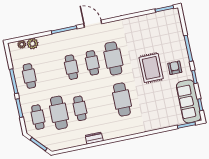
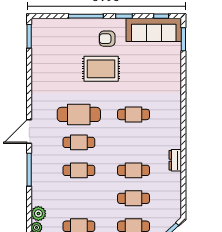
cafe table: (122, 100) -> (134, 114), width x0.73, depth x0.74
cafe table: (59, 113) -> (134, 198), width x0.73, depth x0.74

